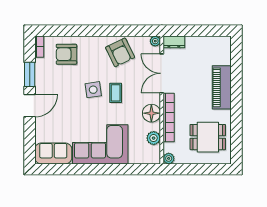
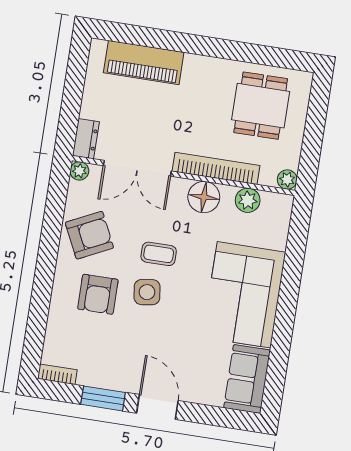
armchair: (66, 54) -> (98, 294), moved
piano: (222, 87) -> (144, 62), moved

